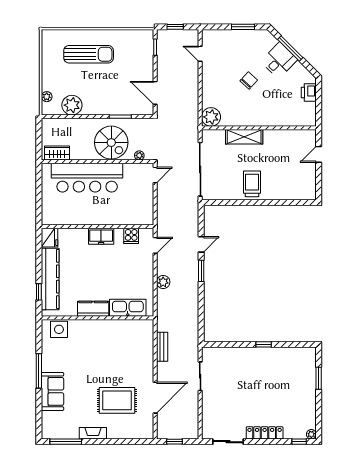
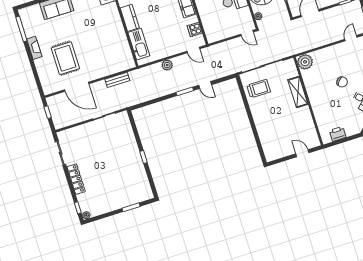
printer: (309, 93) -> (338, 134), moved
trolley: (252, 184) -> (259, 89), moved

